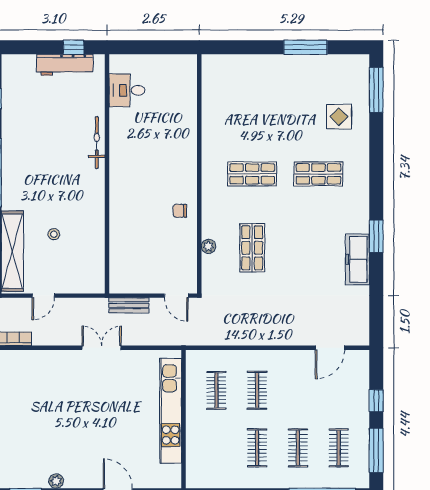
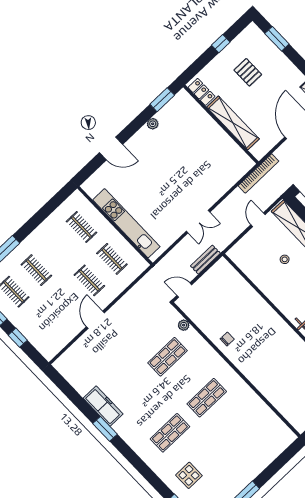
plant: (208, 246) -> (184, 325), moved
shop shelf: (252, 248) -> (168, 357), turned 90
door: (330, 348) -> (95, 320), moved
clothes rail: (257, 448) -> (81, 227), moved

